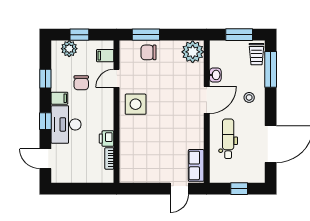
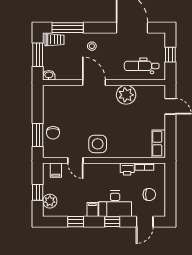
plant: (193, 52) -> (126, 95), moved
washbasin: (215, 75) -> (49, 75), moved
chair: (81, 83) -> (149, 194), moved
dental chair: (228, 139) -> (142, 66), moved
row of seats: (196, 165) -> (159, 144), moved, turned 90

